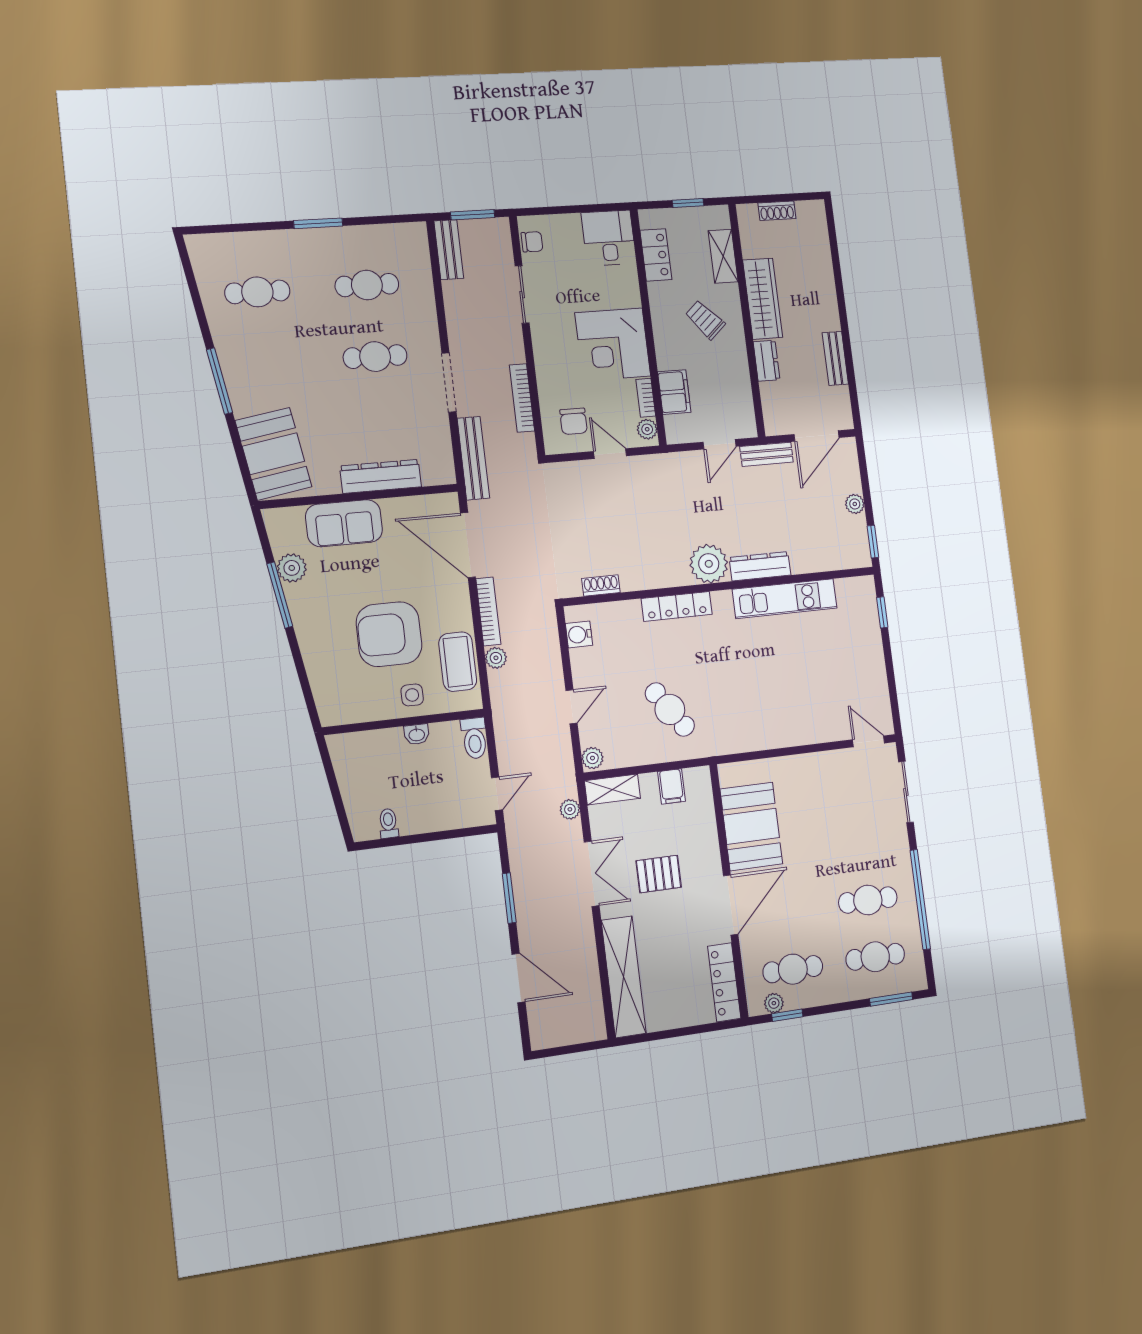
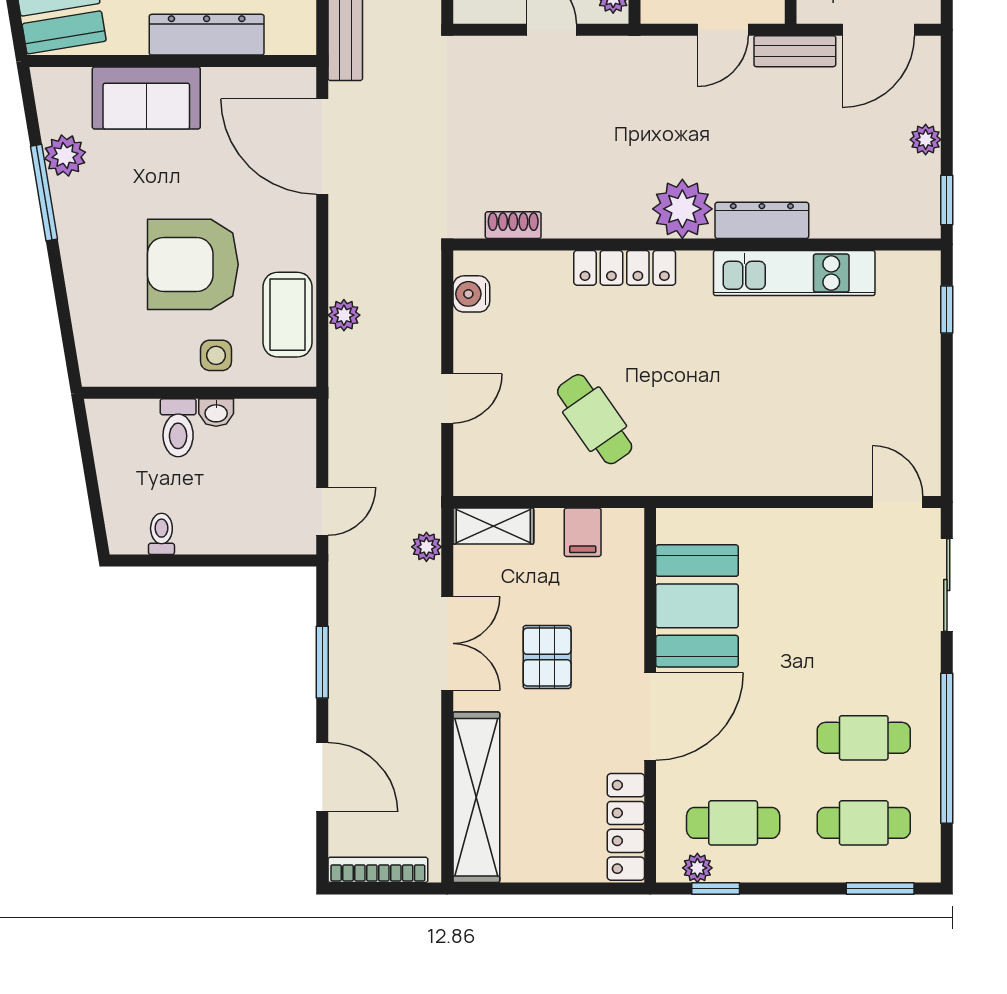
bookcase: (488, 611) -> (378, 870), moved, turned -90
toilet: (474, 738) -> (178, 428), moved
plant: (592, 758) -> (469, 477), removed
pallet: (659, 874) -> (547, 657), turned 90

